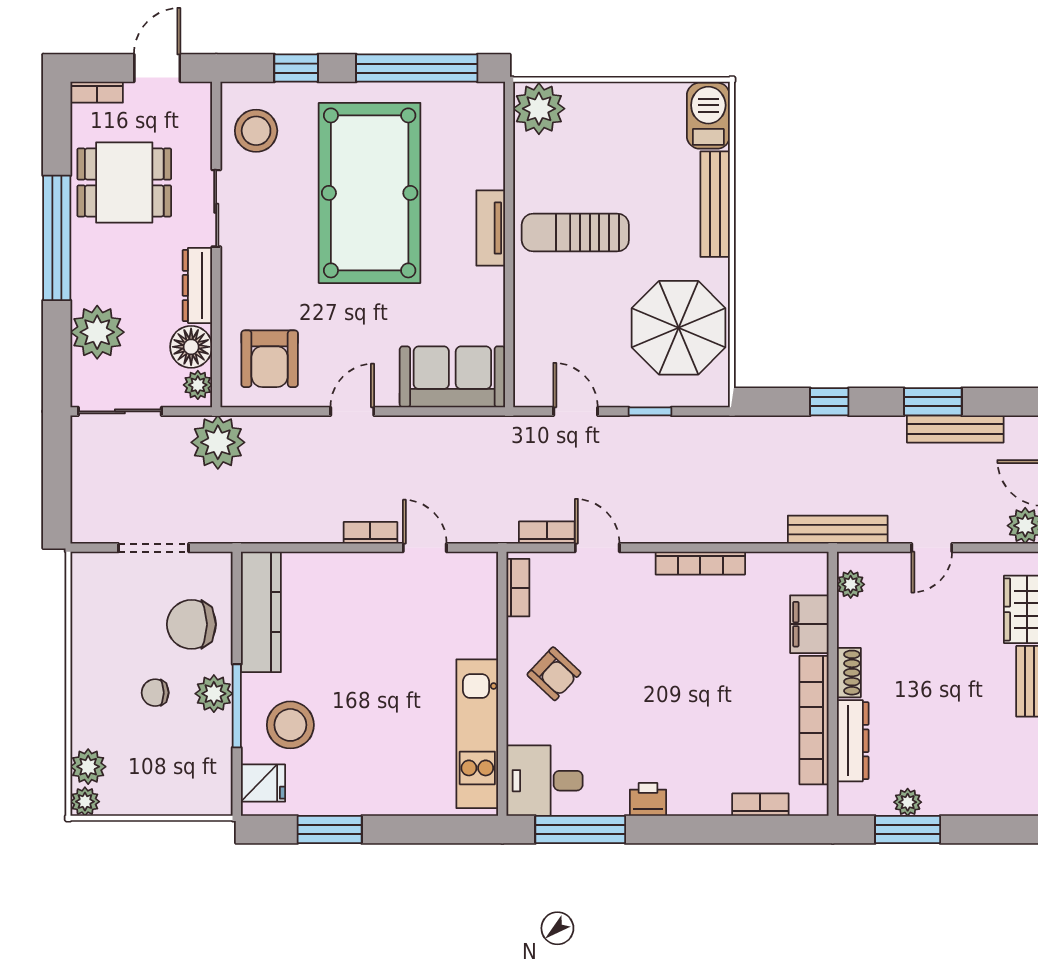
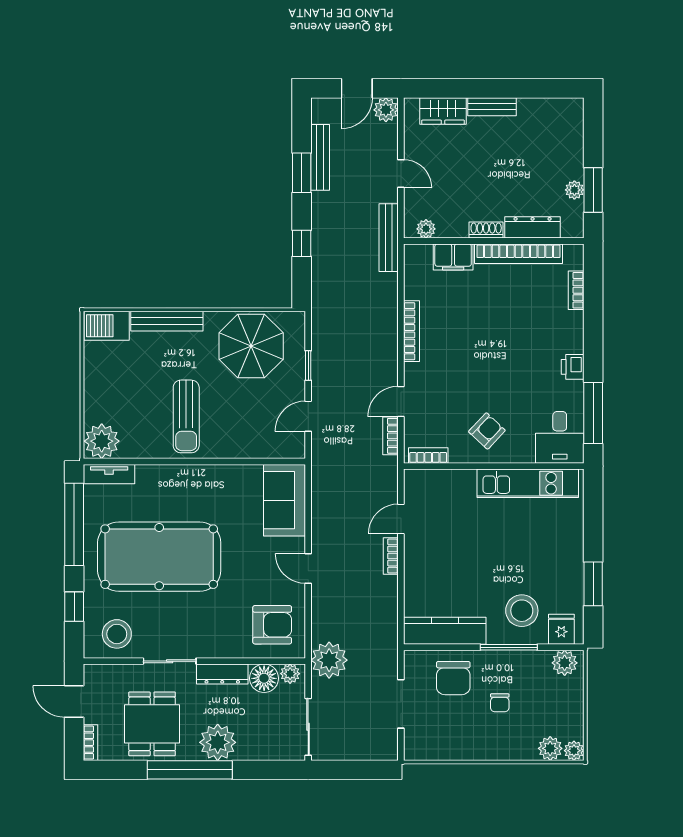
tv unit: (491, 228) -> (109, 474), moved
plant: (97, 332) -> (218, 742), moved
plant: (214, 694) -> (565, 663), moved

